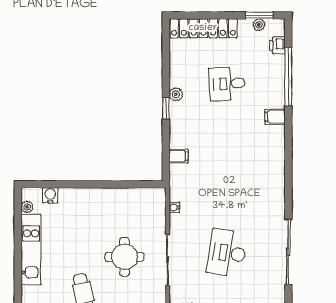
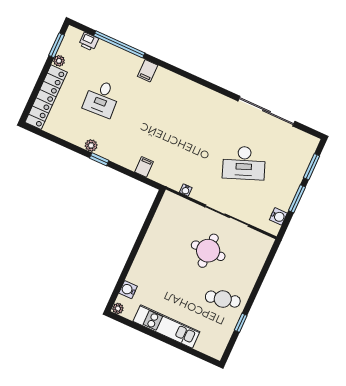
plant: (259, 25) -> (59, 61), moved
plant: (27, 207) -> (118, 309), moved
desk: (227, 253) -> (244, 163), turned -30

